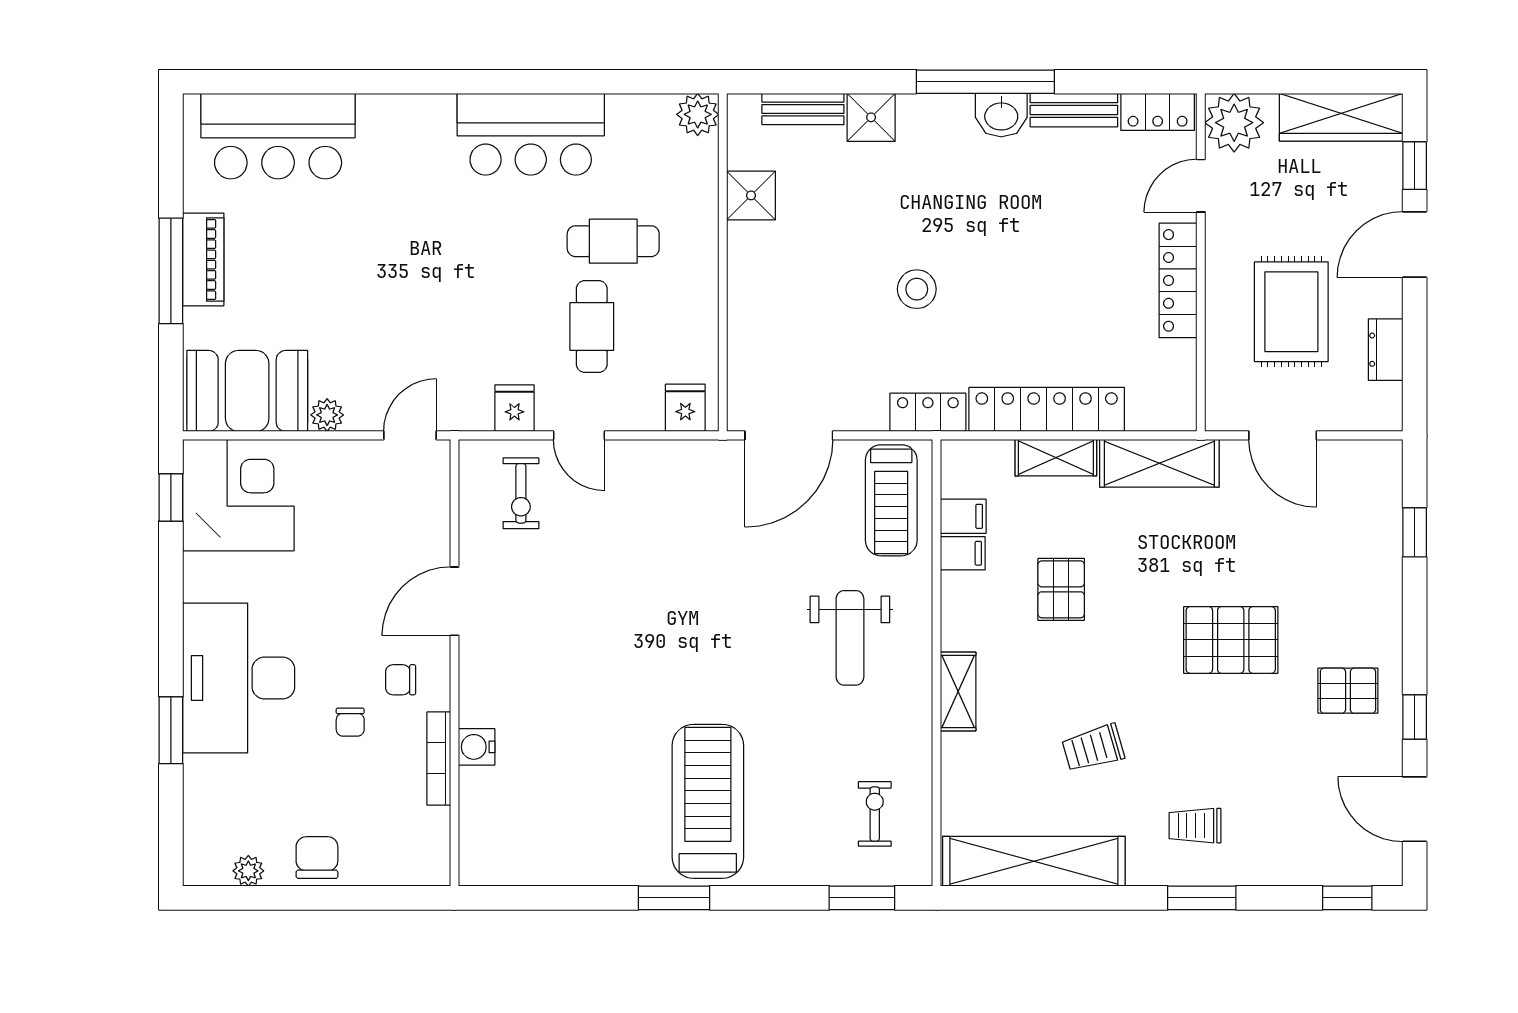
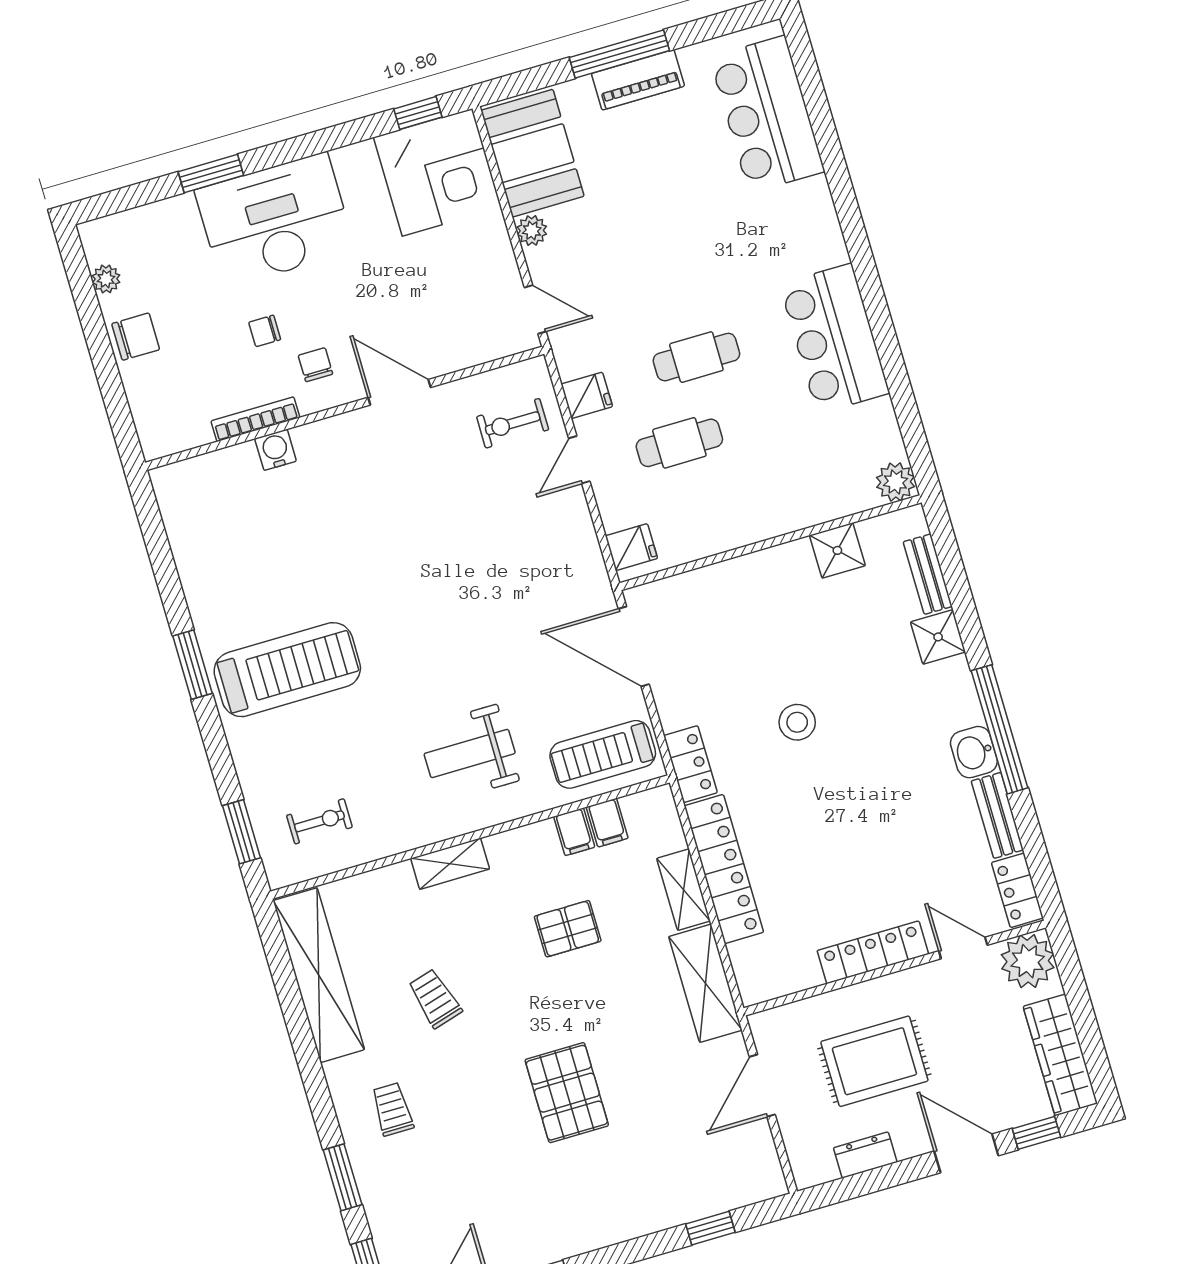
cafe table: (613, 241) -> (696, 357), moved, turned 90
pallet: (1348, 691) -> (552, 1210), removed
window: (1202, 898) -> (343, 1177), moved

